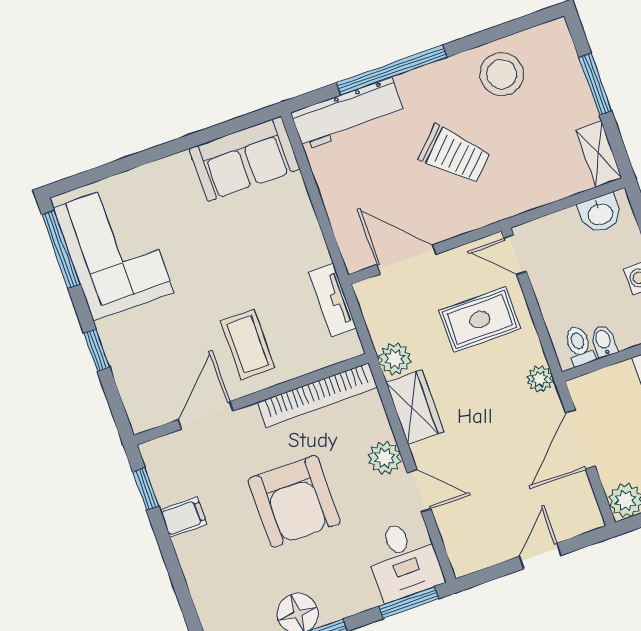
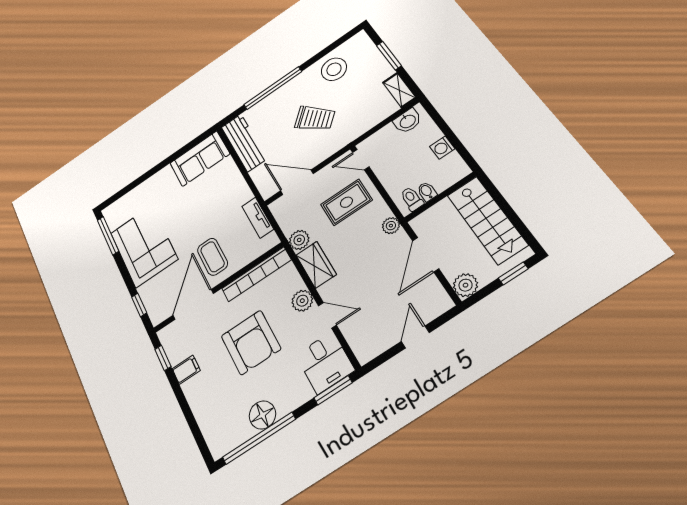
workbench: (348, 114) -> (244, 143), moved, turned -90
corner sofa: (114, 250) -> (144, 246), moved
window: (97, 350) -> (139, 305), moved
door: (206, 415) -> (193, 304), width x1.36

